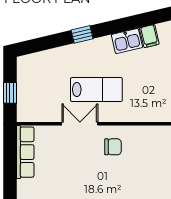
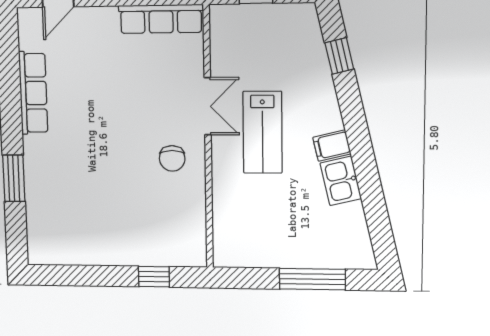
window: (82, 34) -> (339, 56), moved
filing cabinet: (149, 36) -> (332, 146), moved

